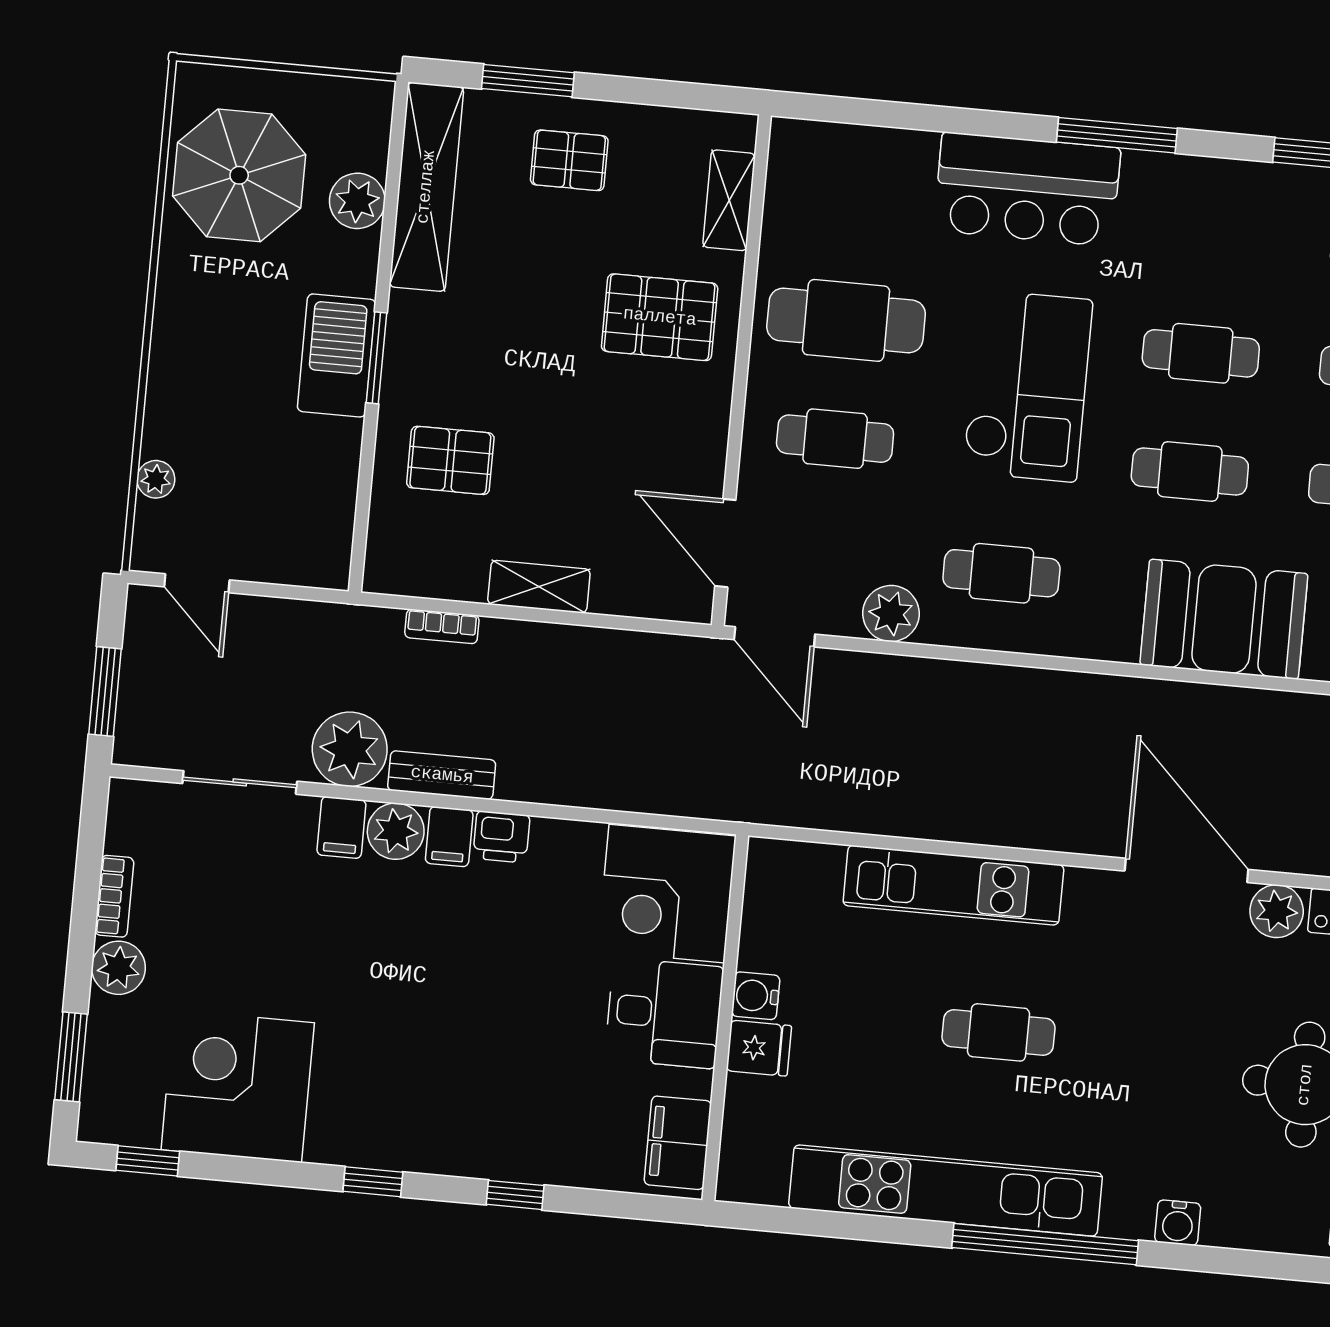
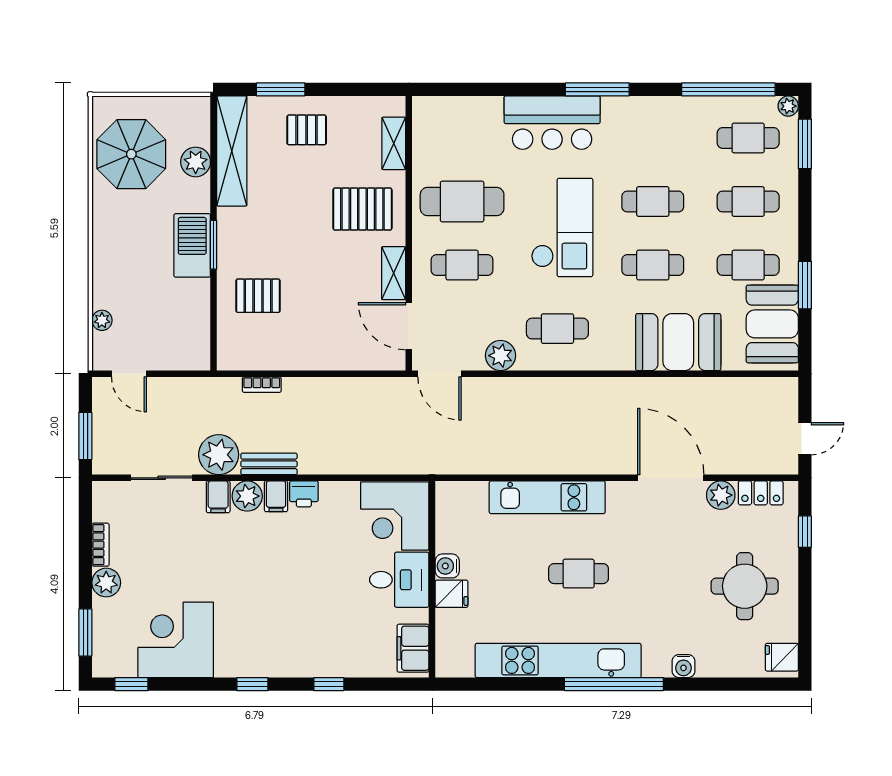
shelving: (539, 587) -> (394, 273), moved, turned 90

